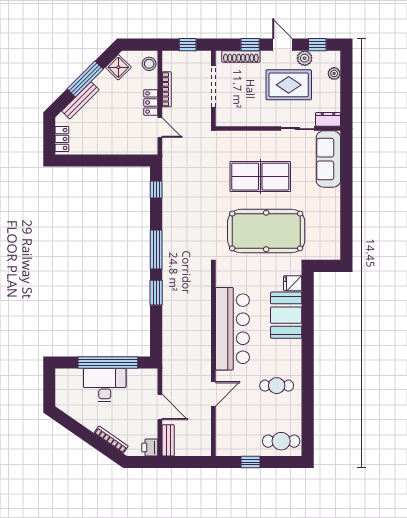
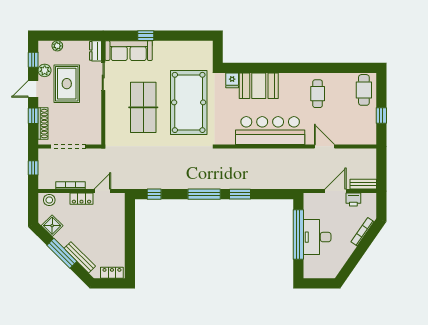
window: (346, 180) -> (146, 36), added
printer: (150, 447) -> (353, 199), moved

